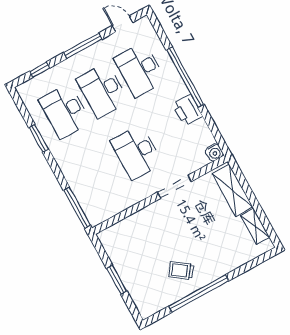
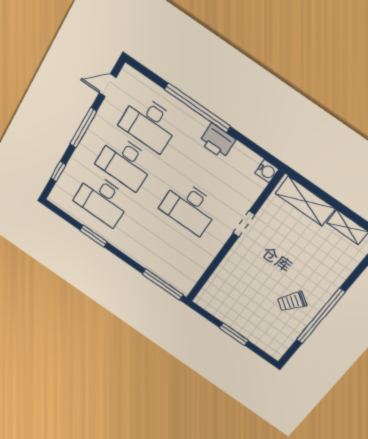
doorway: (174, 187) -> (244, 224), width x0.73

